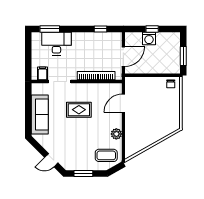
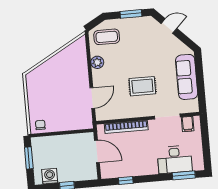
washing machine: (149, 39) -> (50, 176), moved
door: (123, 57) -> (97, 151), swing flipped

